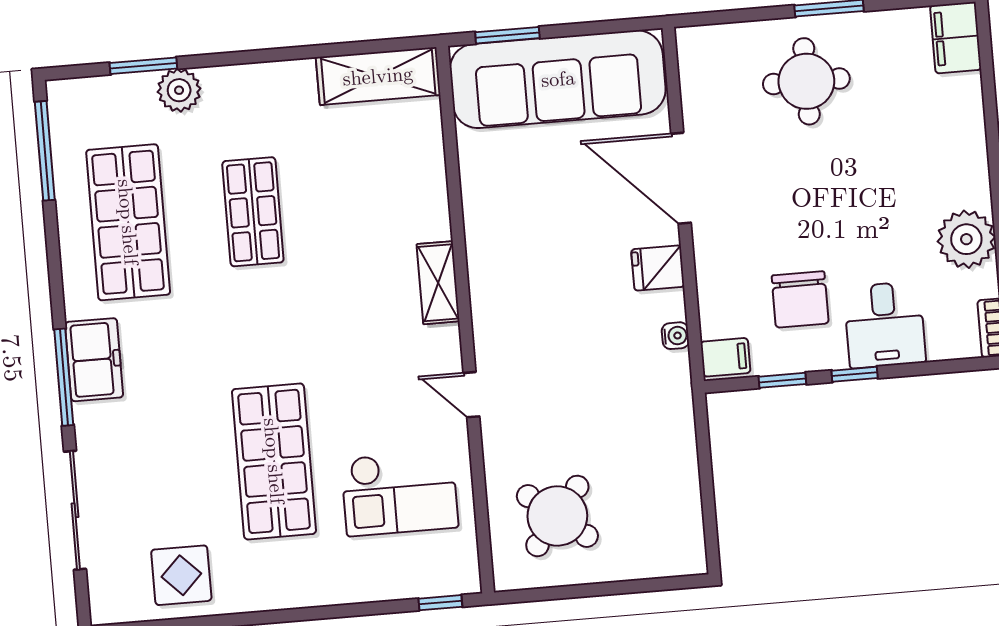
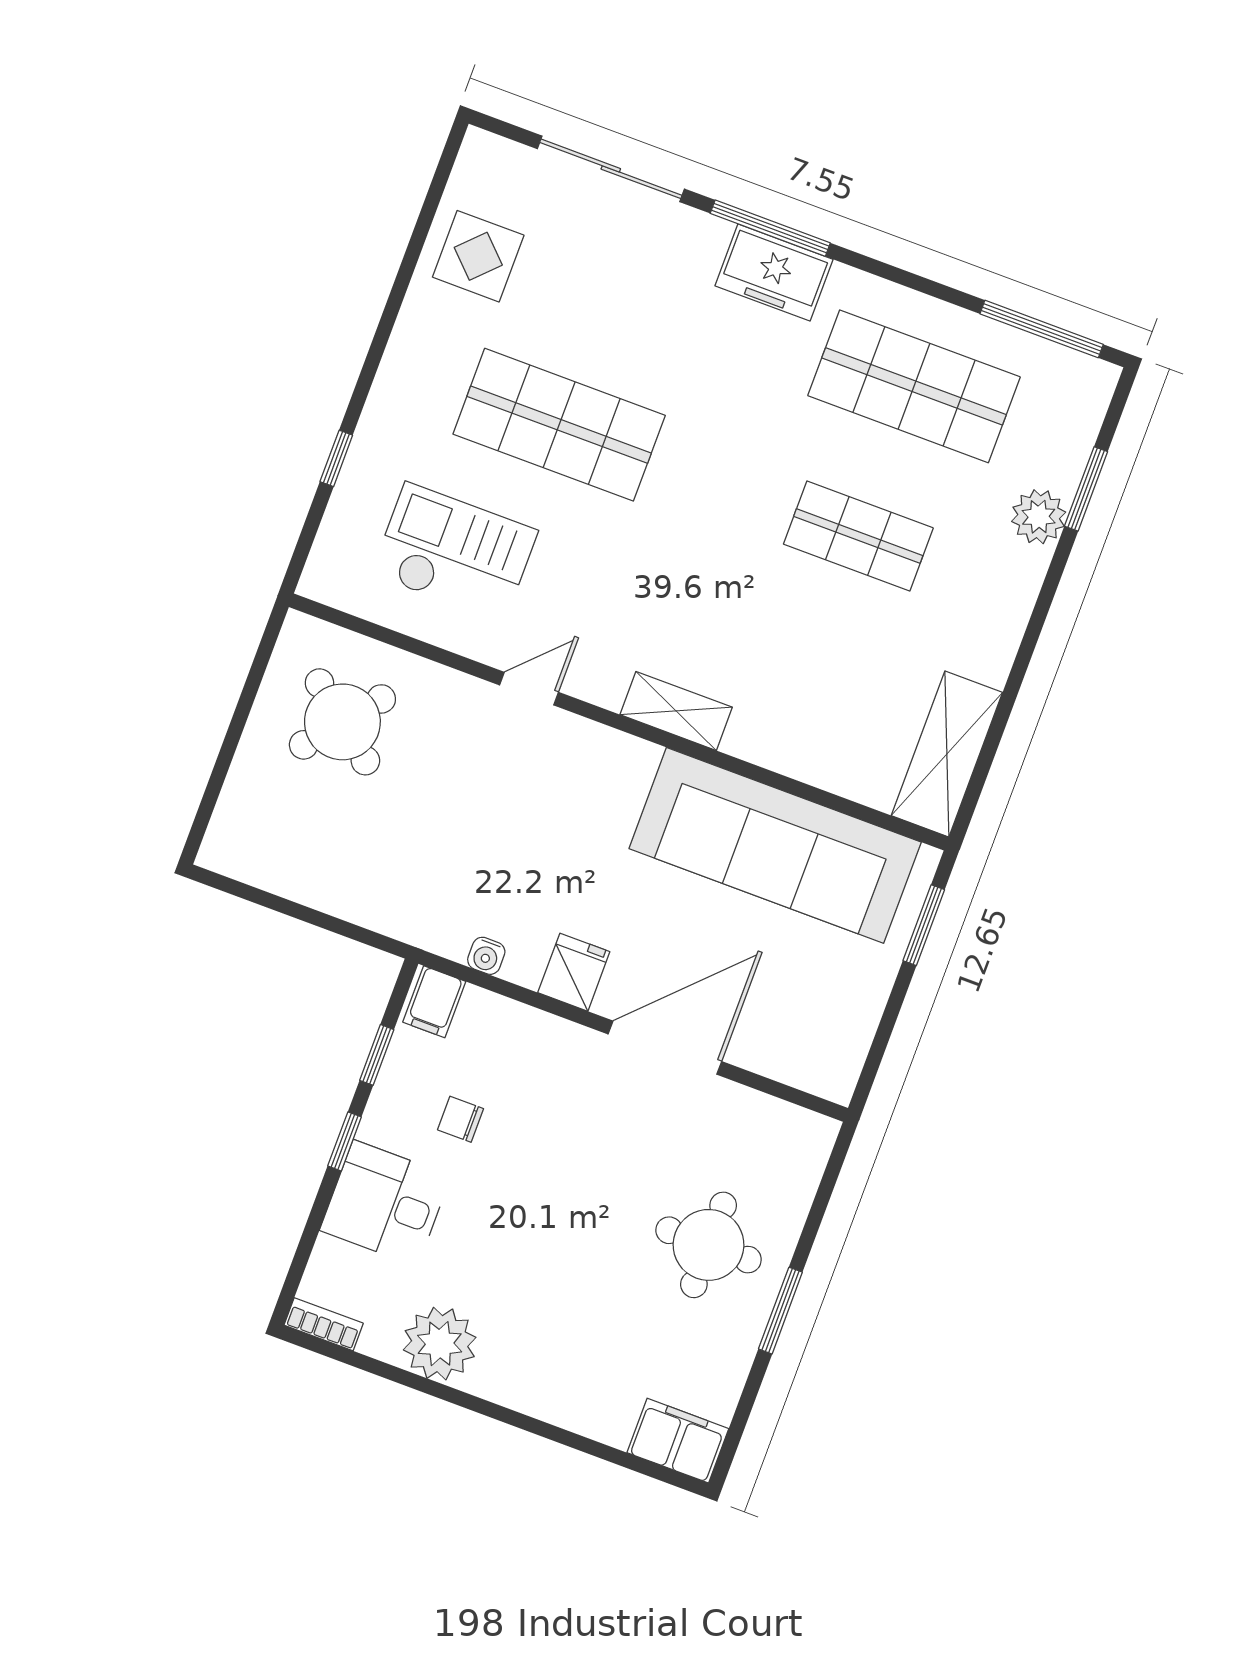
sofa: (558, 79) -> (775, 845), moved, turned -90
chair: (800, 299) -> (461, 1119), width x0.54, depth x0.54
checkout: (400, 493) -> (454, 552), turned 90
window: (440, 603) -> (336, 458), moved

